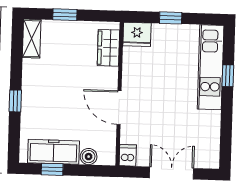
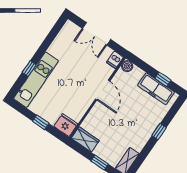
wardrobe: (108, 48) -> (85, 139), moved, turned -90
boiler: (89, 157) -> (127, 66), moved

